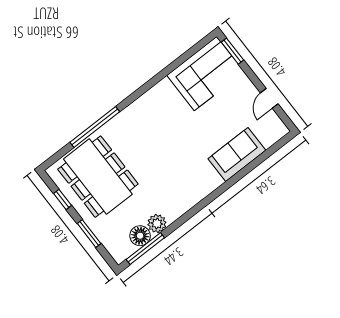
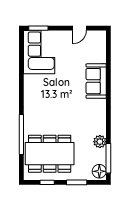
door: (269, 98) -> (79, 28), hinge flipped
sofa: (237, 155) -> (96, 81), moved
floor lamp: (140, 236) -> (99, 171), moved

